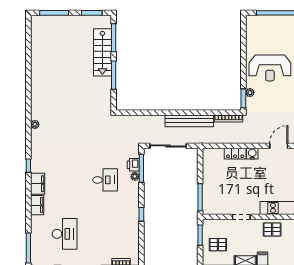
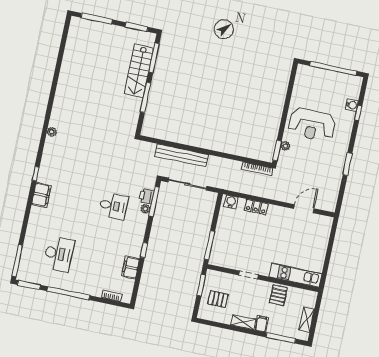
bench: (189, 121) -> (182, 155), moved
water cooler: (252, 154) -> (231, 202), moved
filing cabinet: (37, 205) -> (131, 268), moved, turned 180
pallet: (272, 229) -> (278, 295), turned 90

